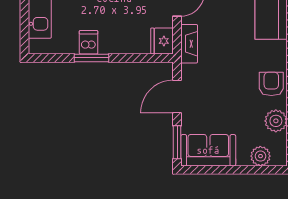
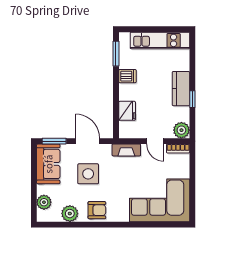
fridge: (162, 41) -> (127, 111), moved, turned 90
window: (92, 58) -> (116, 54), moved
side table: (222, 96) -> (88, 174), added

